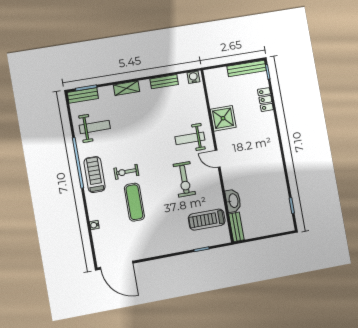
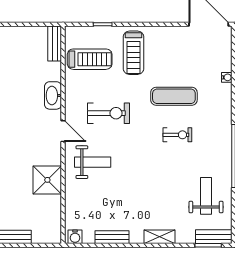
weight bench: (95, 127) -> (206, 196), turned 90
treadmill: (94, 175) -> (133, 53), moved
exercise bike: (184, 179) -> (108, 113), turned 90
washbasin: (233, 201) -> (53, 95), moved
exercise mat: (134, 202) -> (174, 96), turned 90

